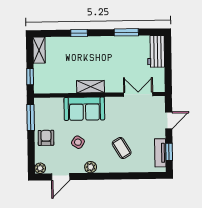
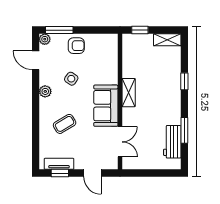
workbench: (156, 51) -> (172, 142), moved, turned -90
sofa: (84, 109) -> (106, 106), moved
window: (31, 118) -> (59, 30), moved

